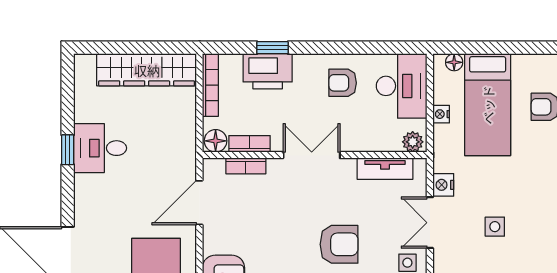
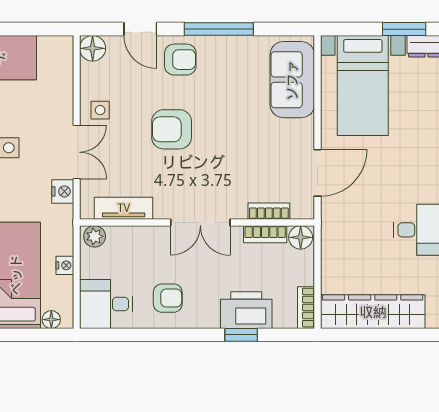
bookcase: (210, 85) -> (306, 308), width x0.64
desk: (402, 86) -> (106, 304), width x0.73

